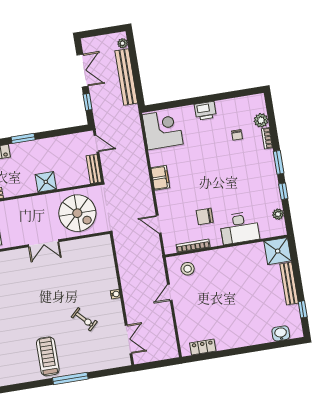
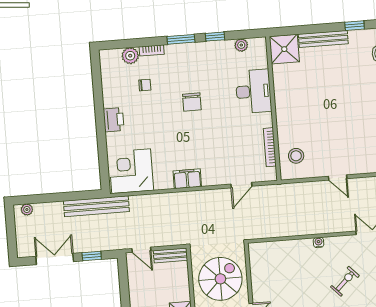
bench: (126, 77) -> (96, 206), moved
door: (96, 144) -> (141, 250), swing flipped
chair: (205, 216) -> (192, 102), moved
door: (170, 292) -> (338, 178), moved

